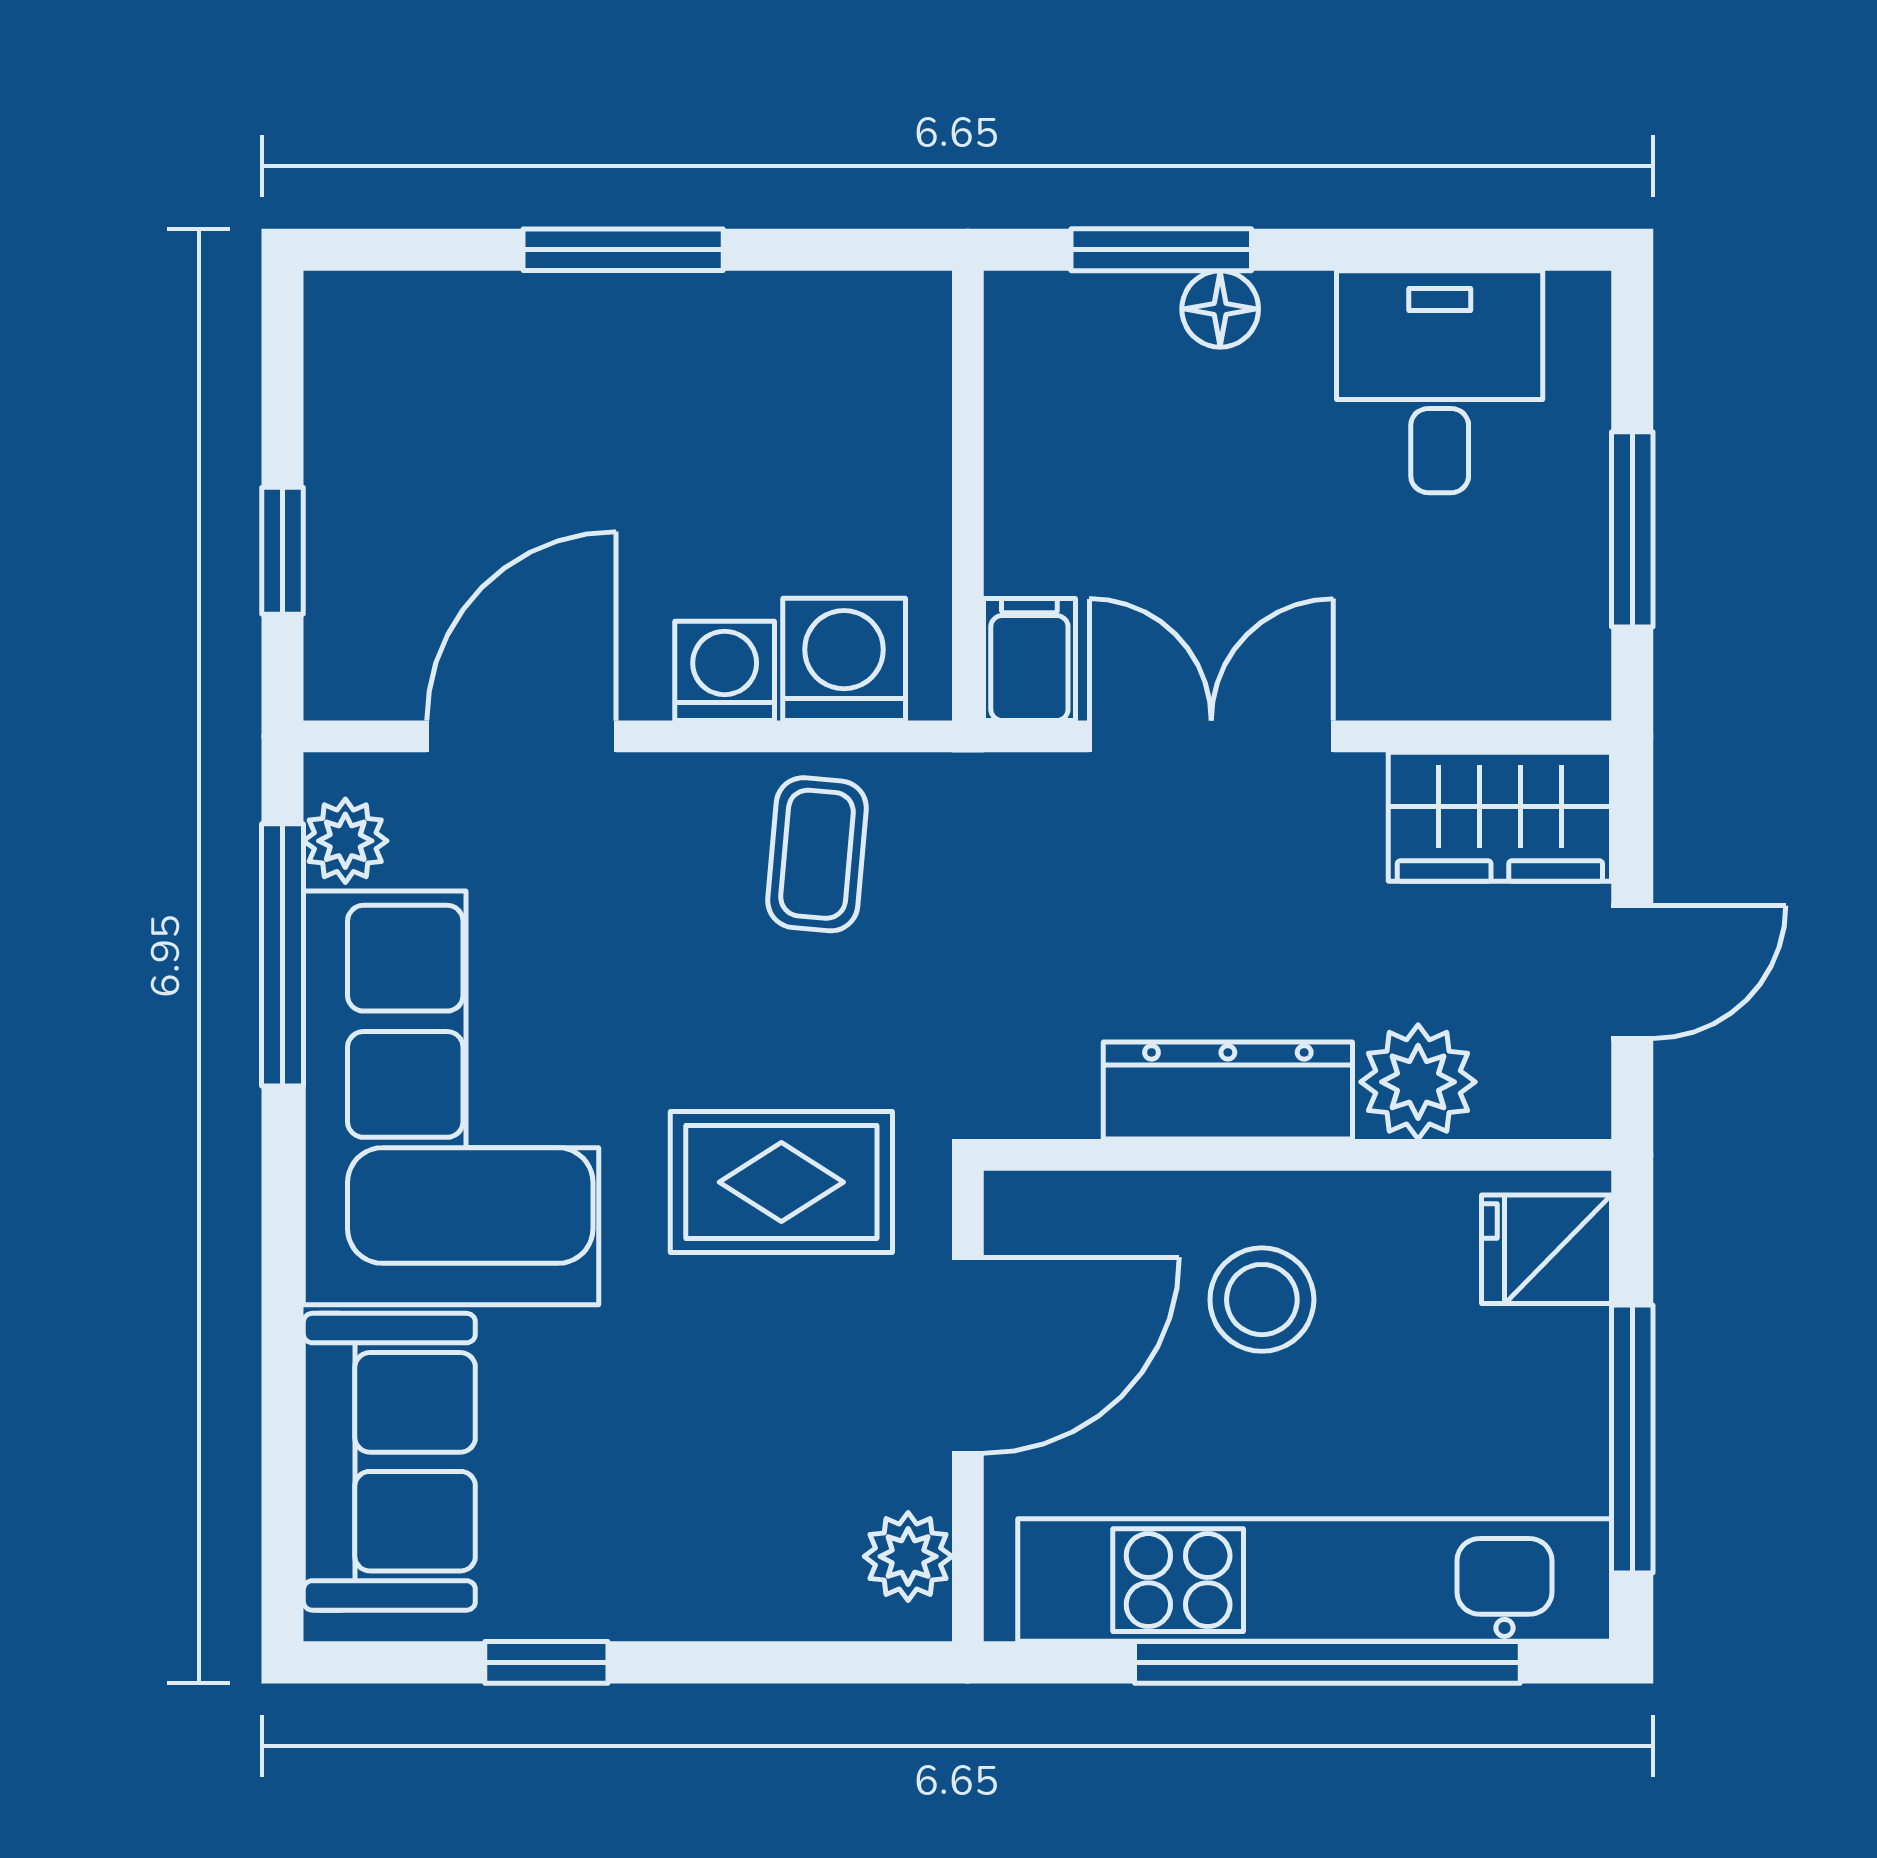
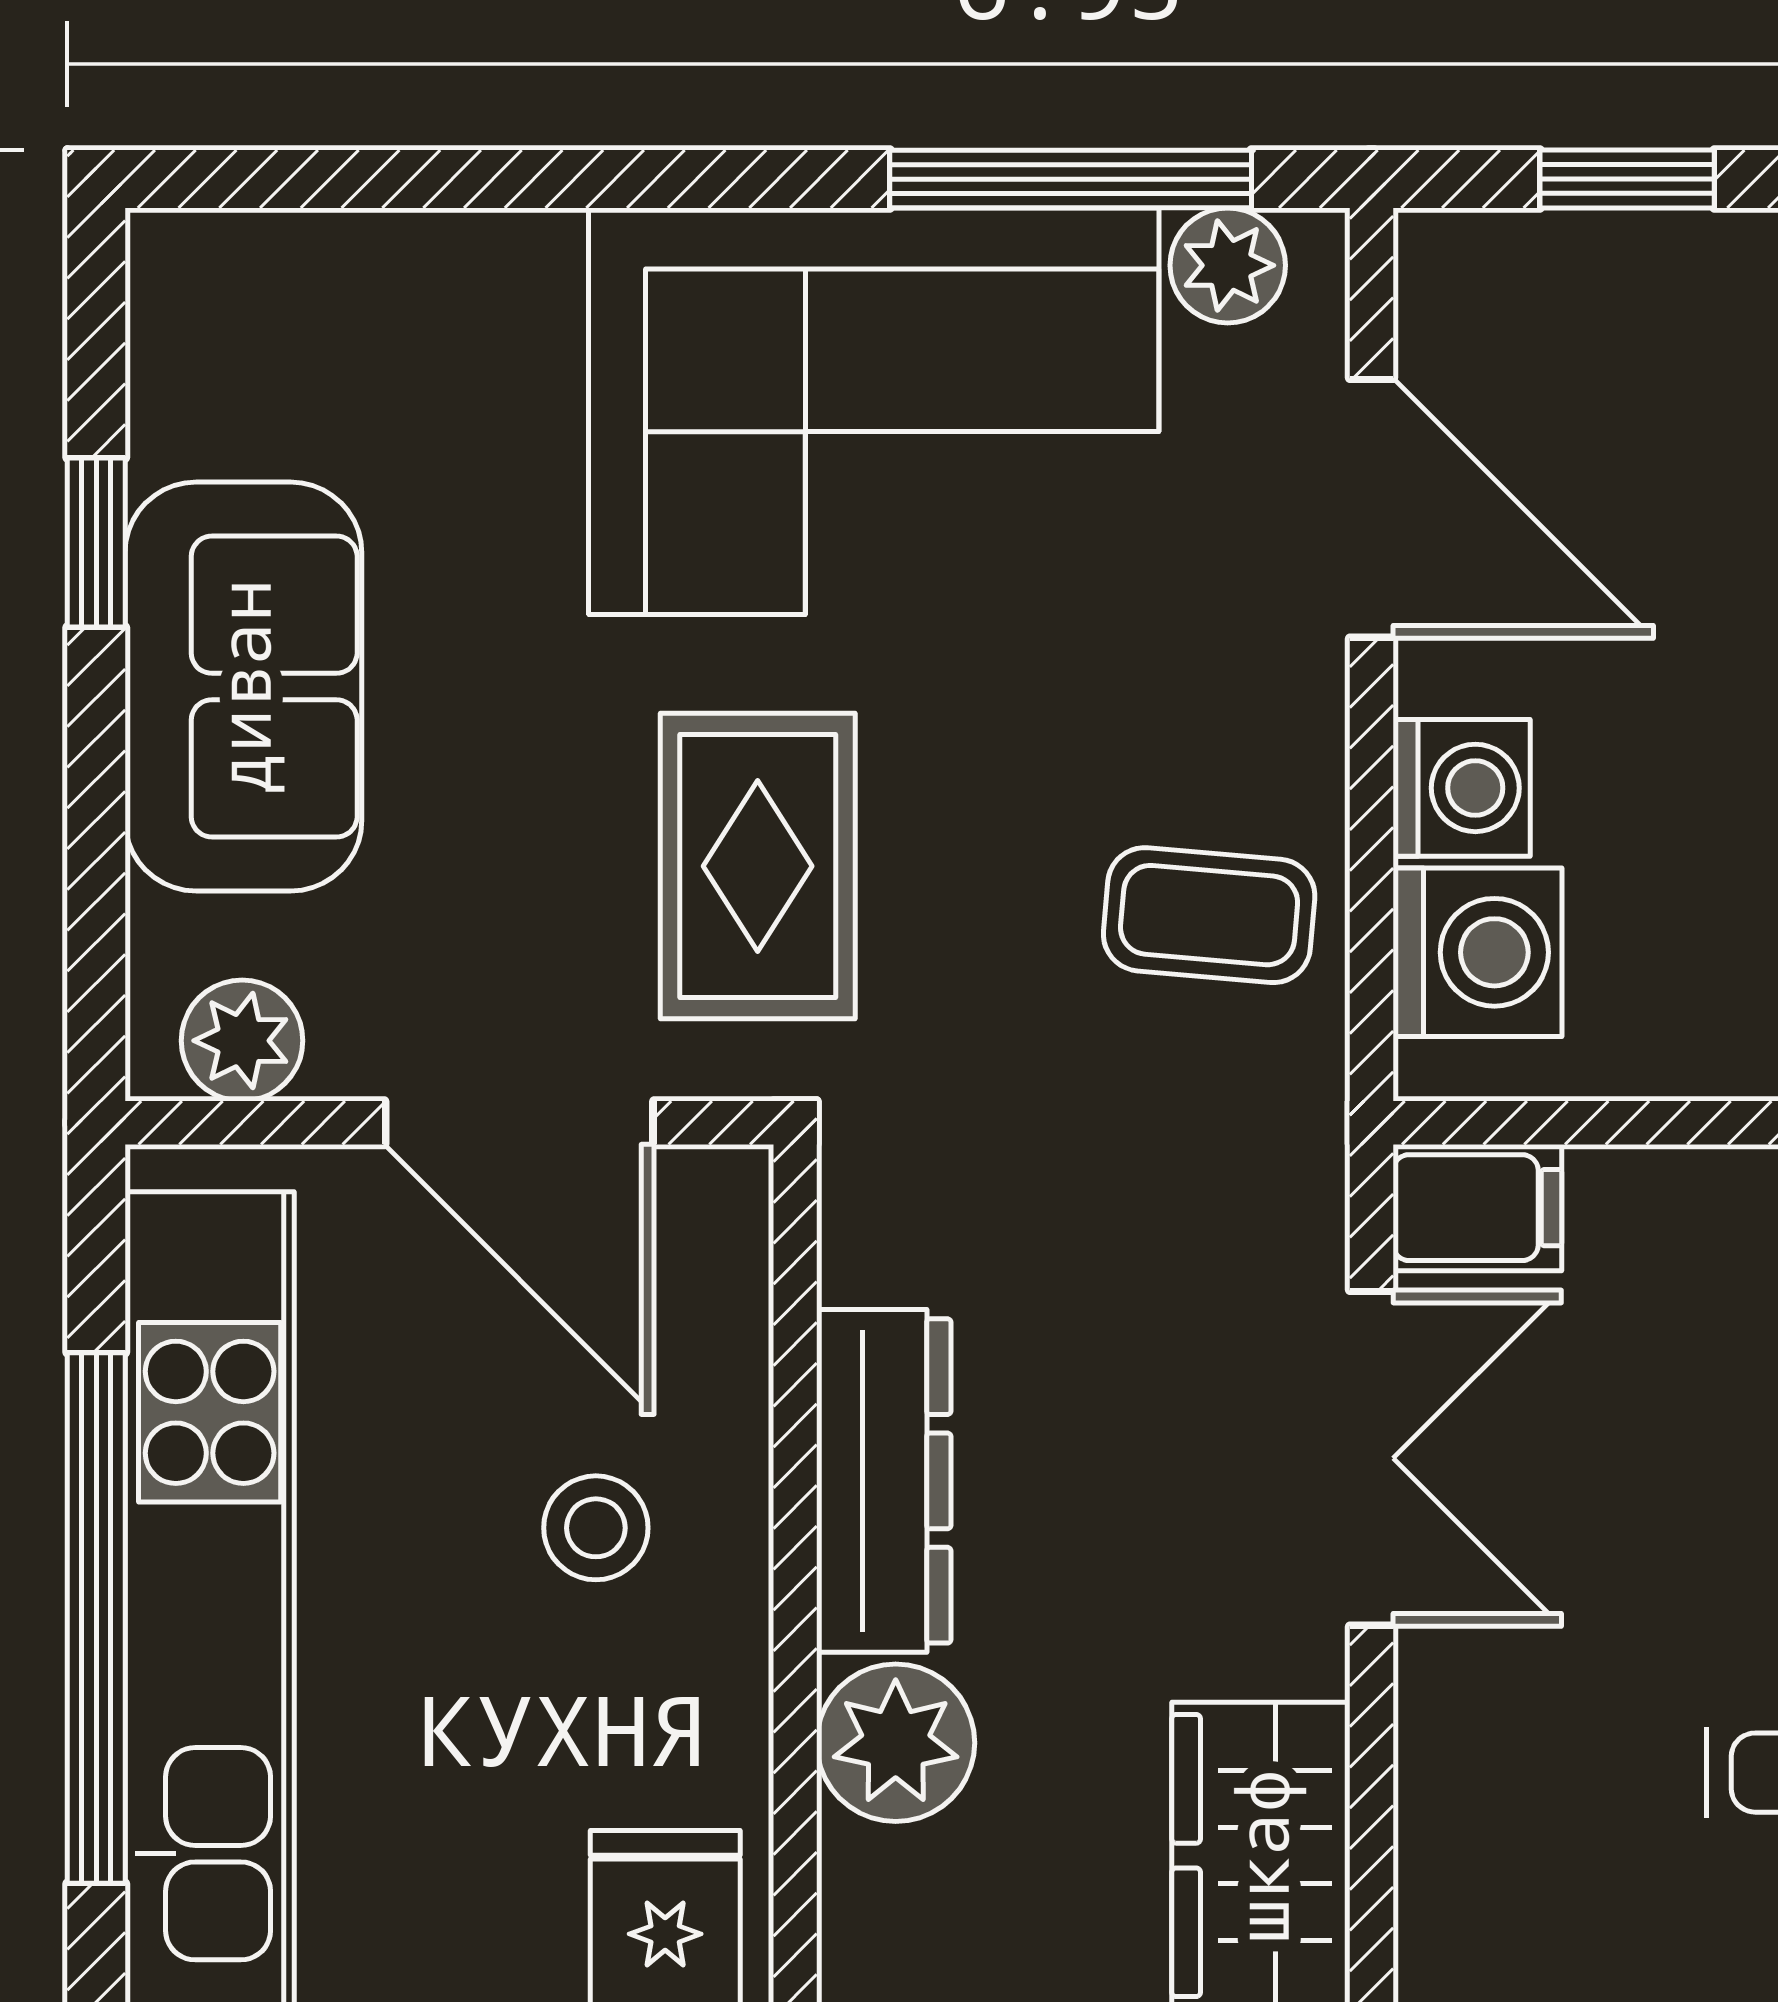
stool: (1262, 1300) -> (596, 1528), width x0.73, depth x0.73
sofa: (389, 1462) -> (243, 687), moved, turned -90

